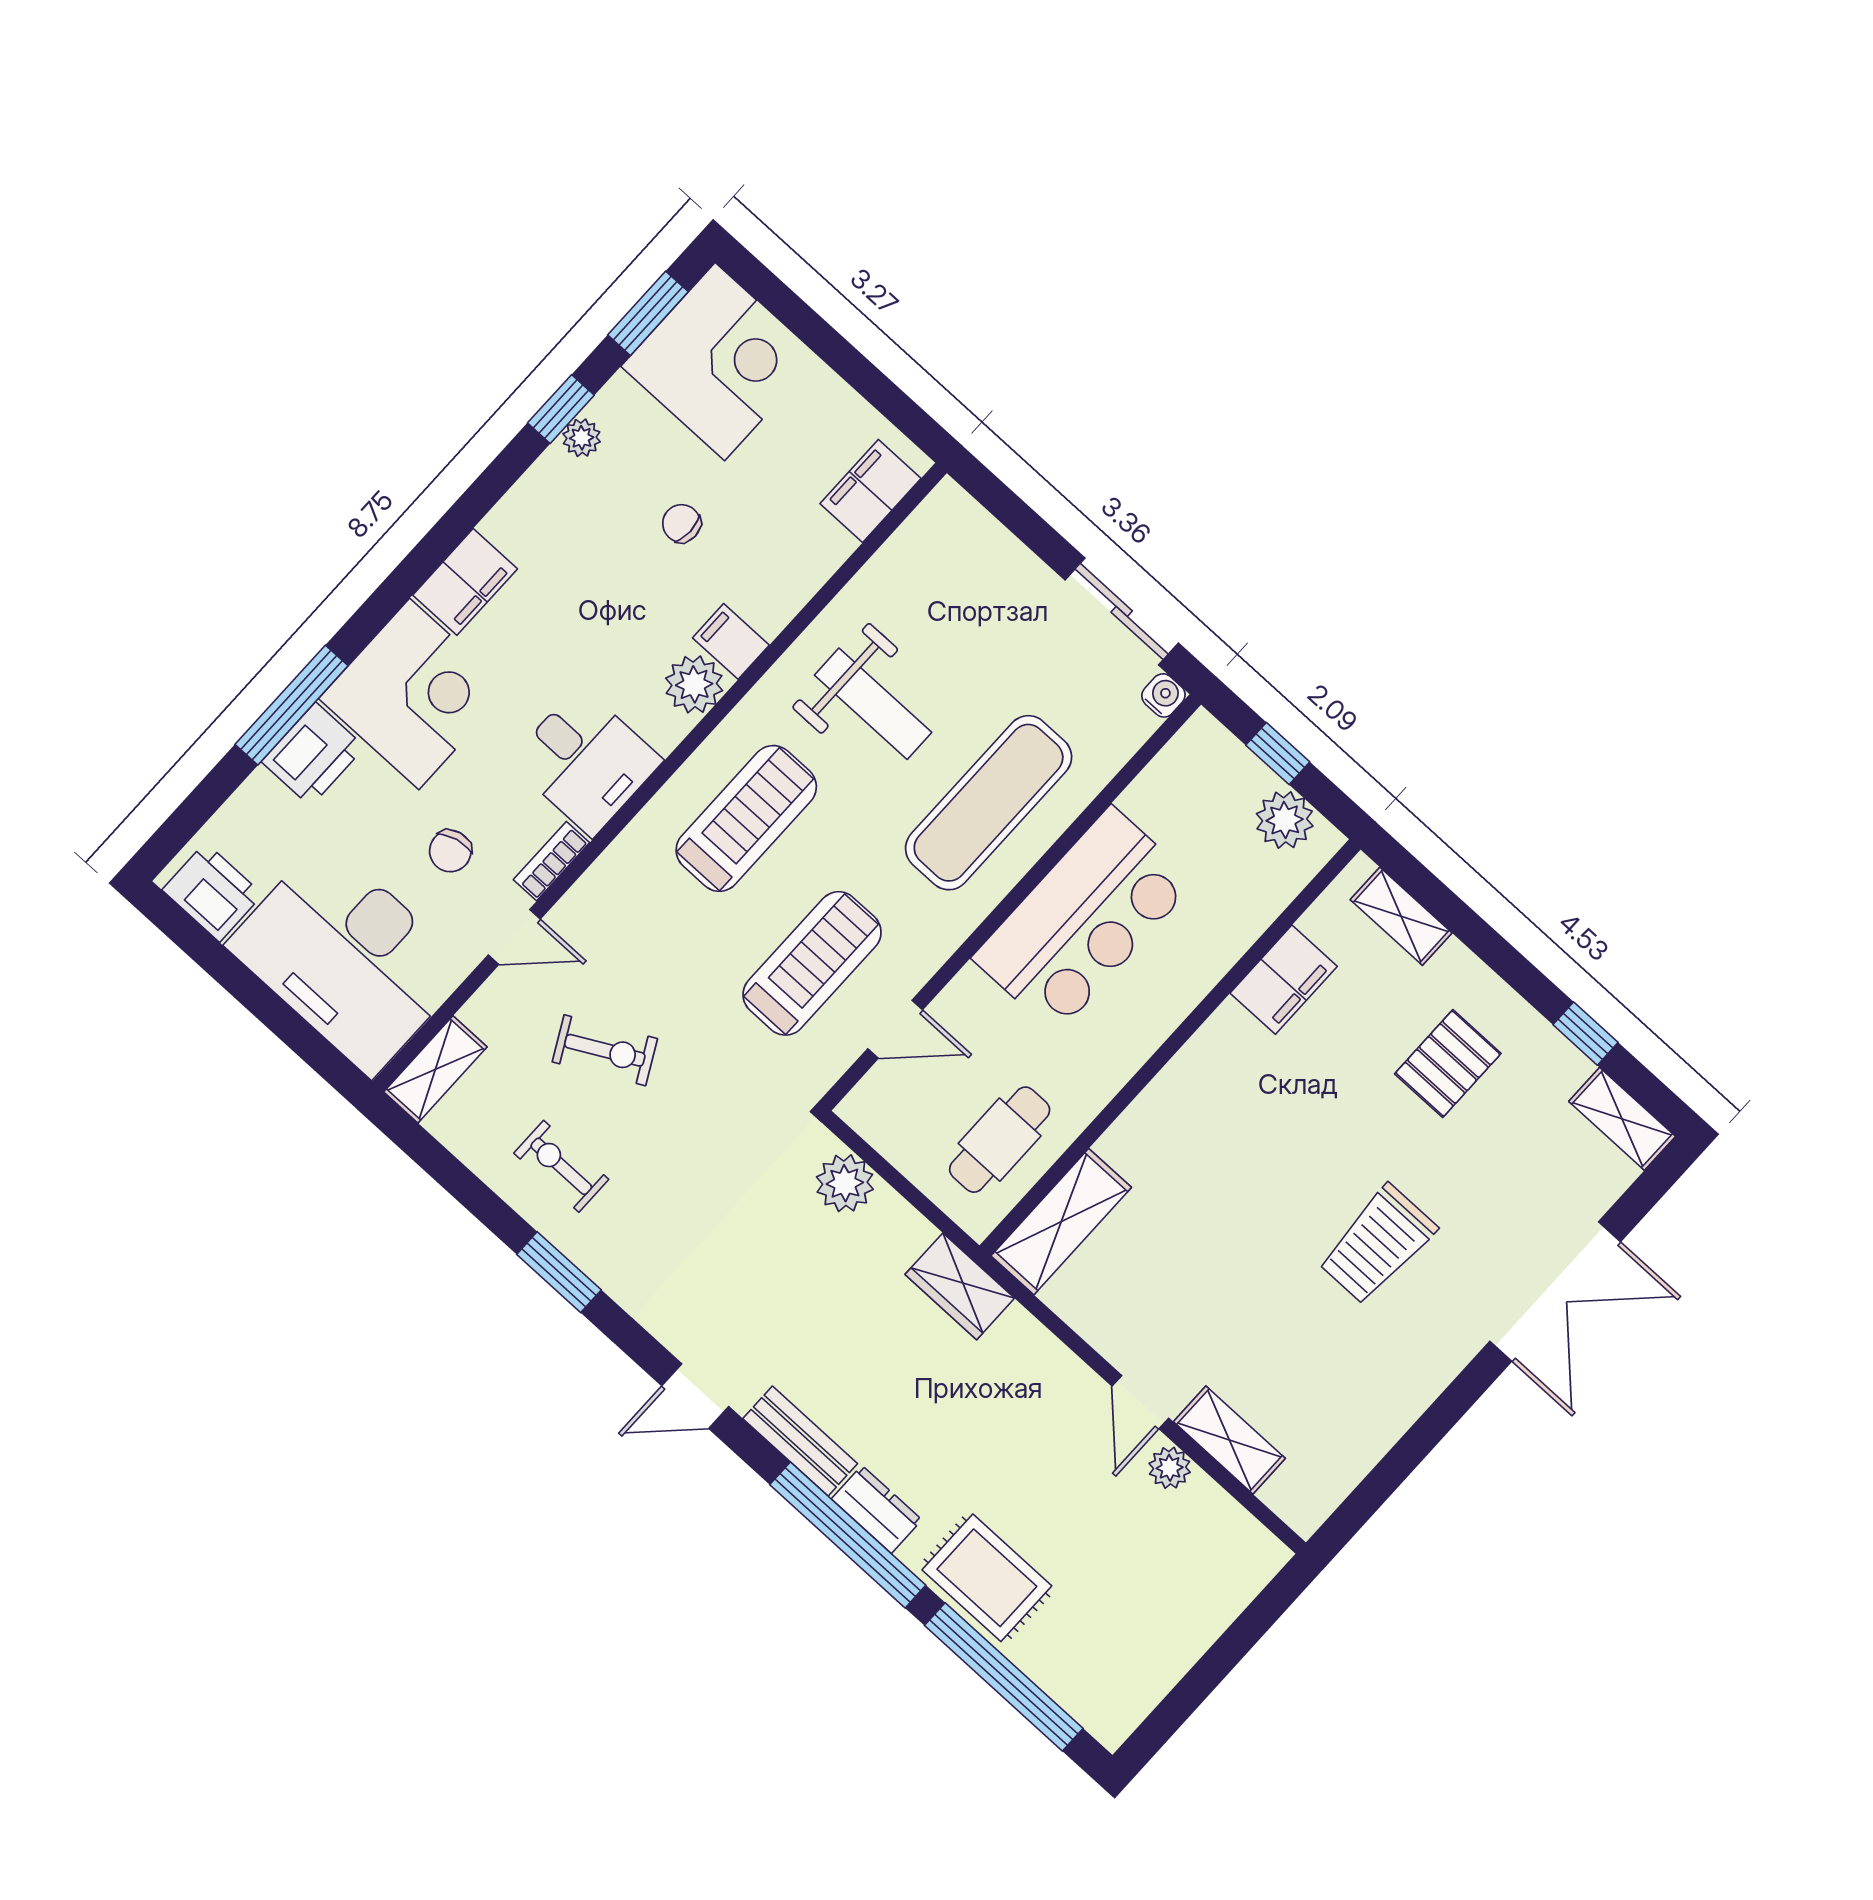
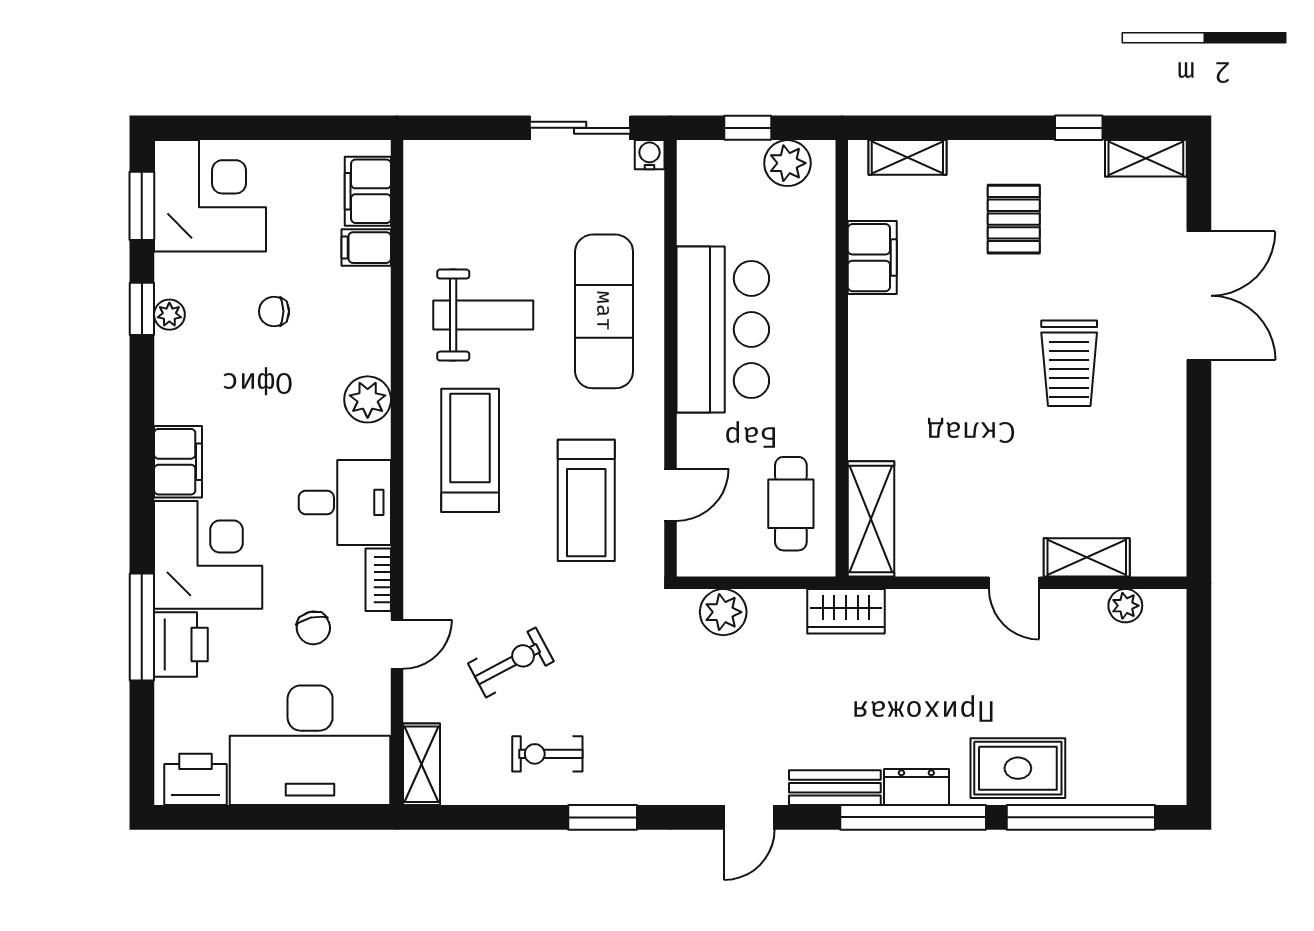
filing cabinet: (731, 641) -> (366, 248), moved
treadmill: (812, 963) -> (586, 500), turned 180
plant: (1170, 1468) -> (1125, 606), moved

